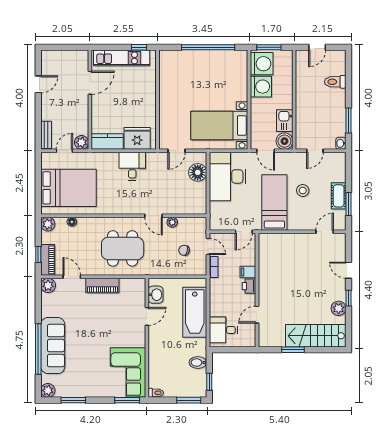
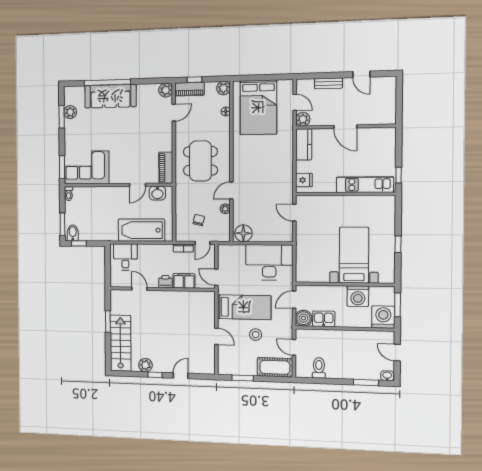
window: (208, 47) -> (398, 244), width x0.32
kitchen unit: (122, 58) -> (365, 185), moved, turned 90
washing machine: (262, 64) -> (383, 317), moved, turned 180
toilet: (335, 82) -> (319, 368), moved
door: (90, 83) -> (345, 127), moved
window: (349, 120) -> (366, 382), moved
bed with nightstands: (219, 125) -> (354, 255), moved
bench: (46, 135) -> (328, 83), moved
fridge: (137, 138) -> (304, 180), width x0.53, depth x0.75
washbasin: (341, 143) -> (387, 376), moved
desk: (132, 166) -> (279, 170), removed
floor lamp: (198, 172) -> (243, 233), moved
cot: (339, 196) -> (275, 367), moved, width x1.37, depth x1.34
door: (325, 232) -> (216, 336), moved
filing cabinet: (248, 272) -> (184, 281), width x2.00
piano: (102, 285) -> (166, 168), moved
door: (147, 316) -> (137, 185), hinge flipped
bidet: (198, 363) -> (73, 233), moved
plant: (48, 390) -> (70, 112), moved

